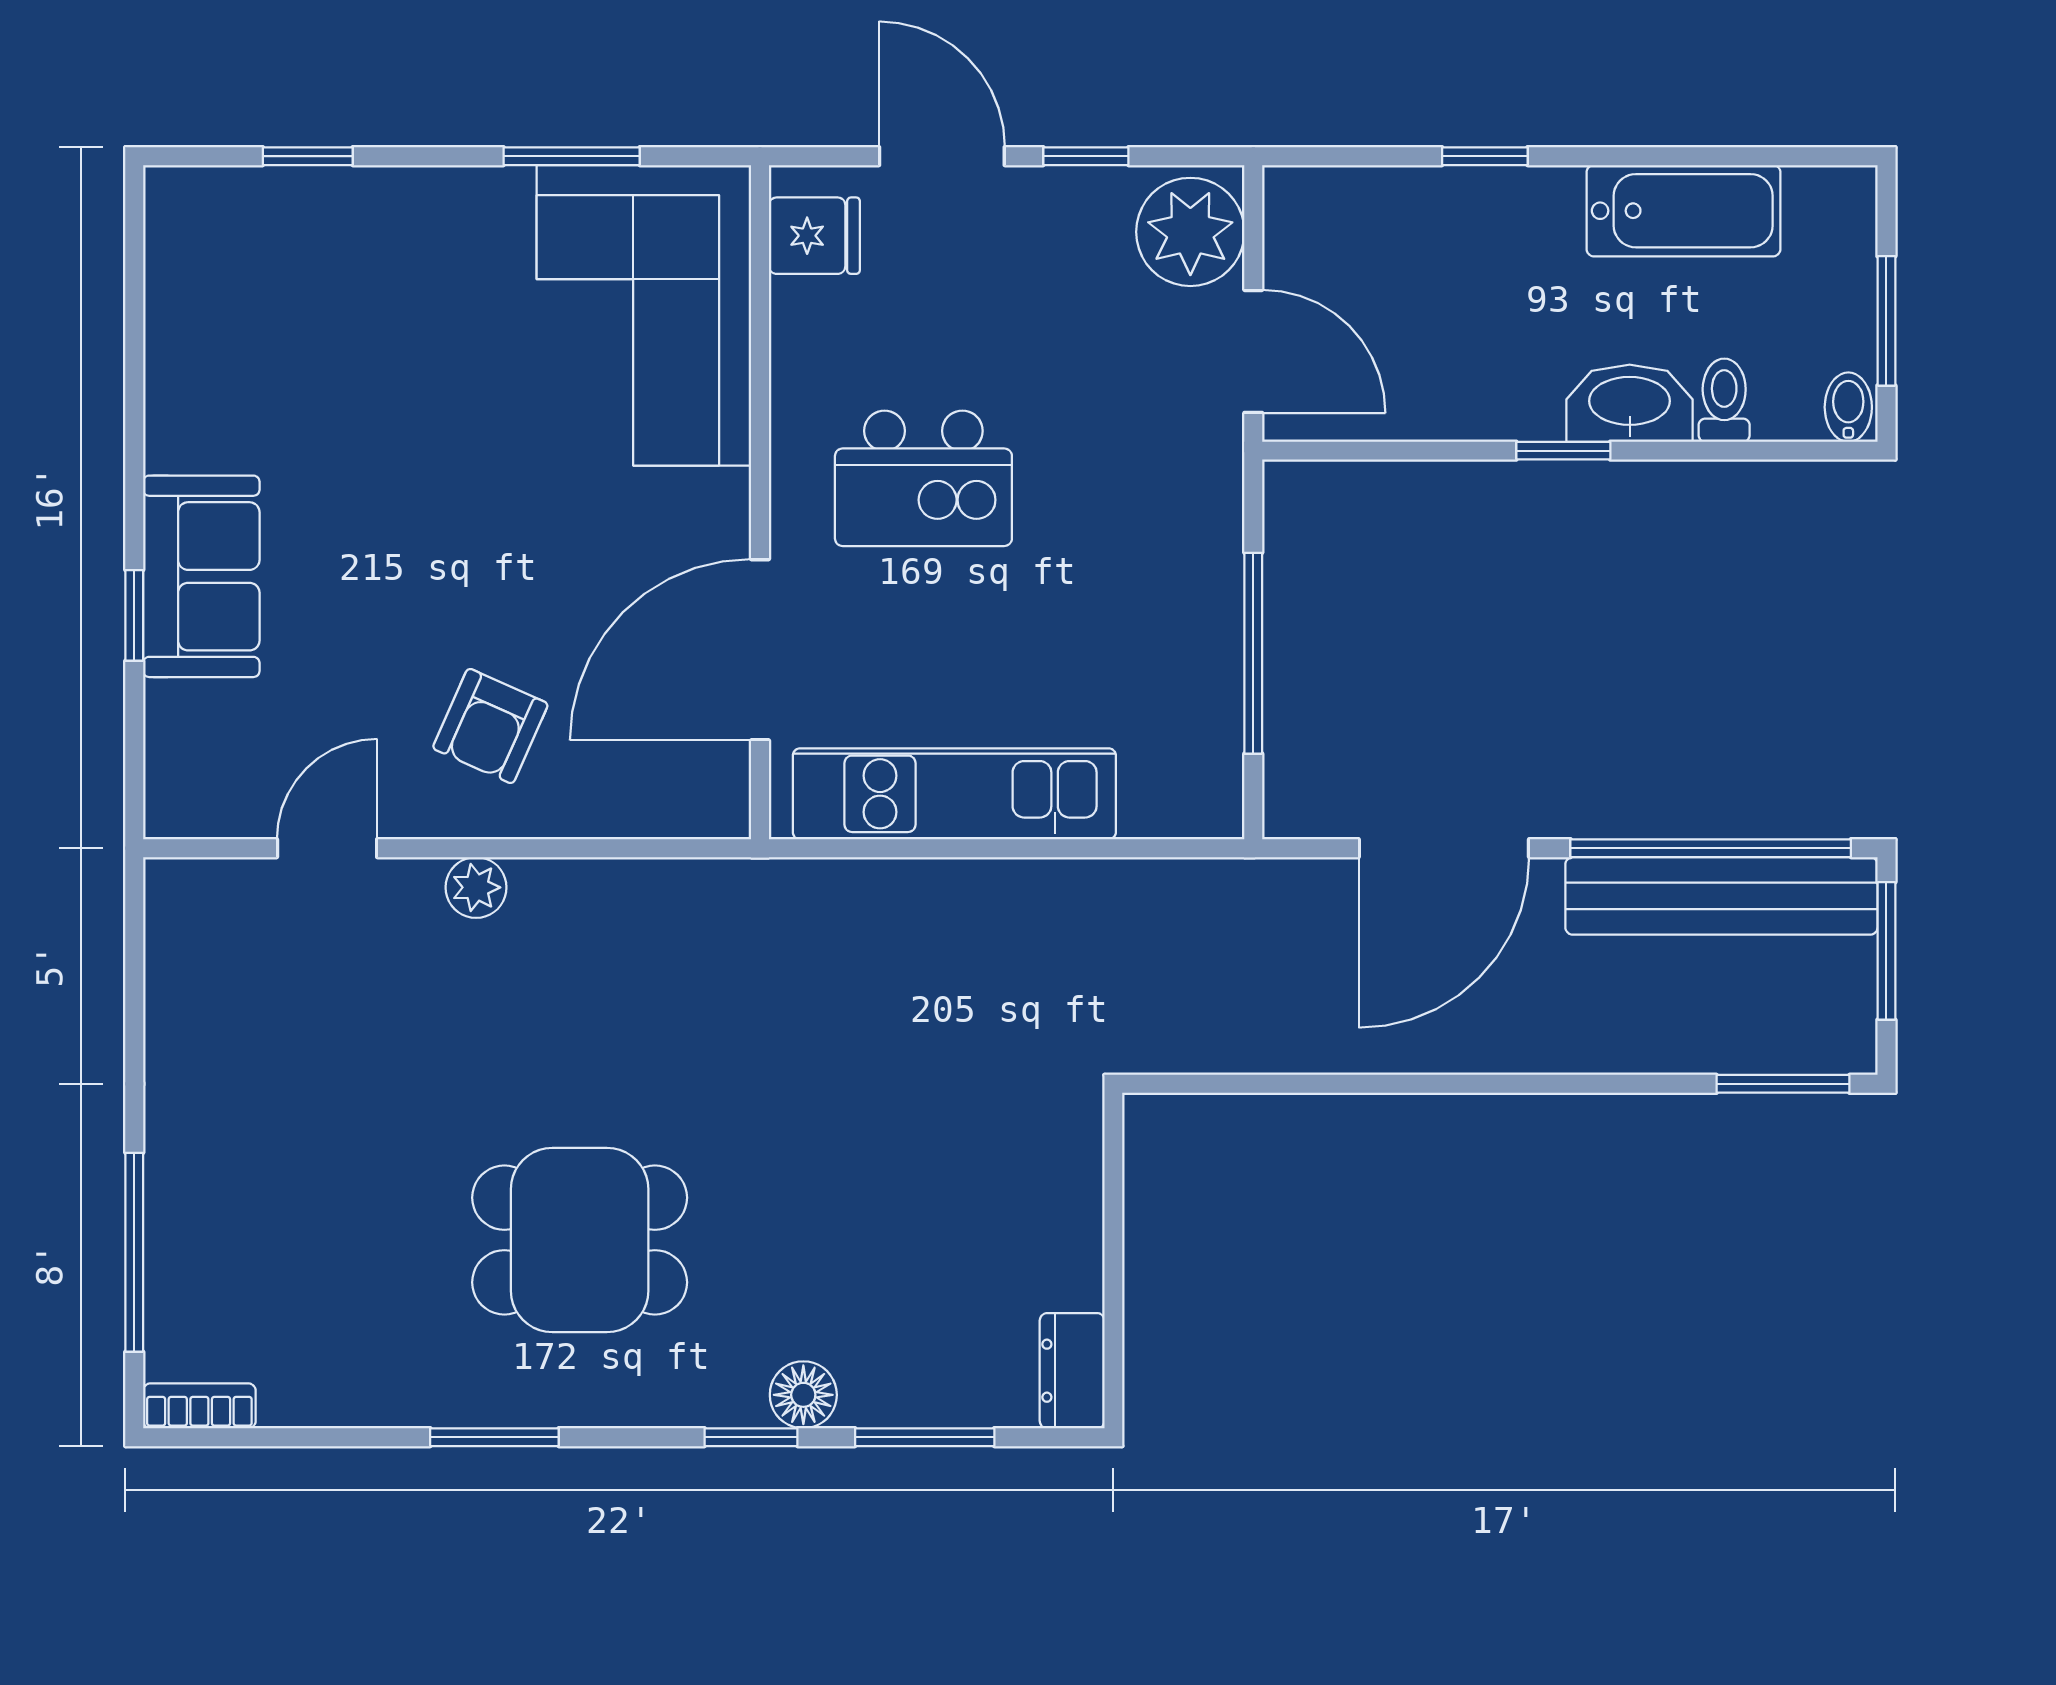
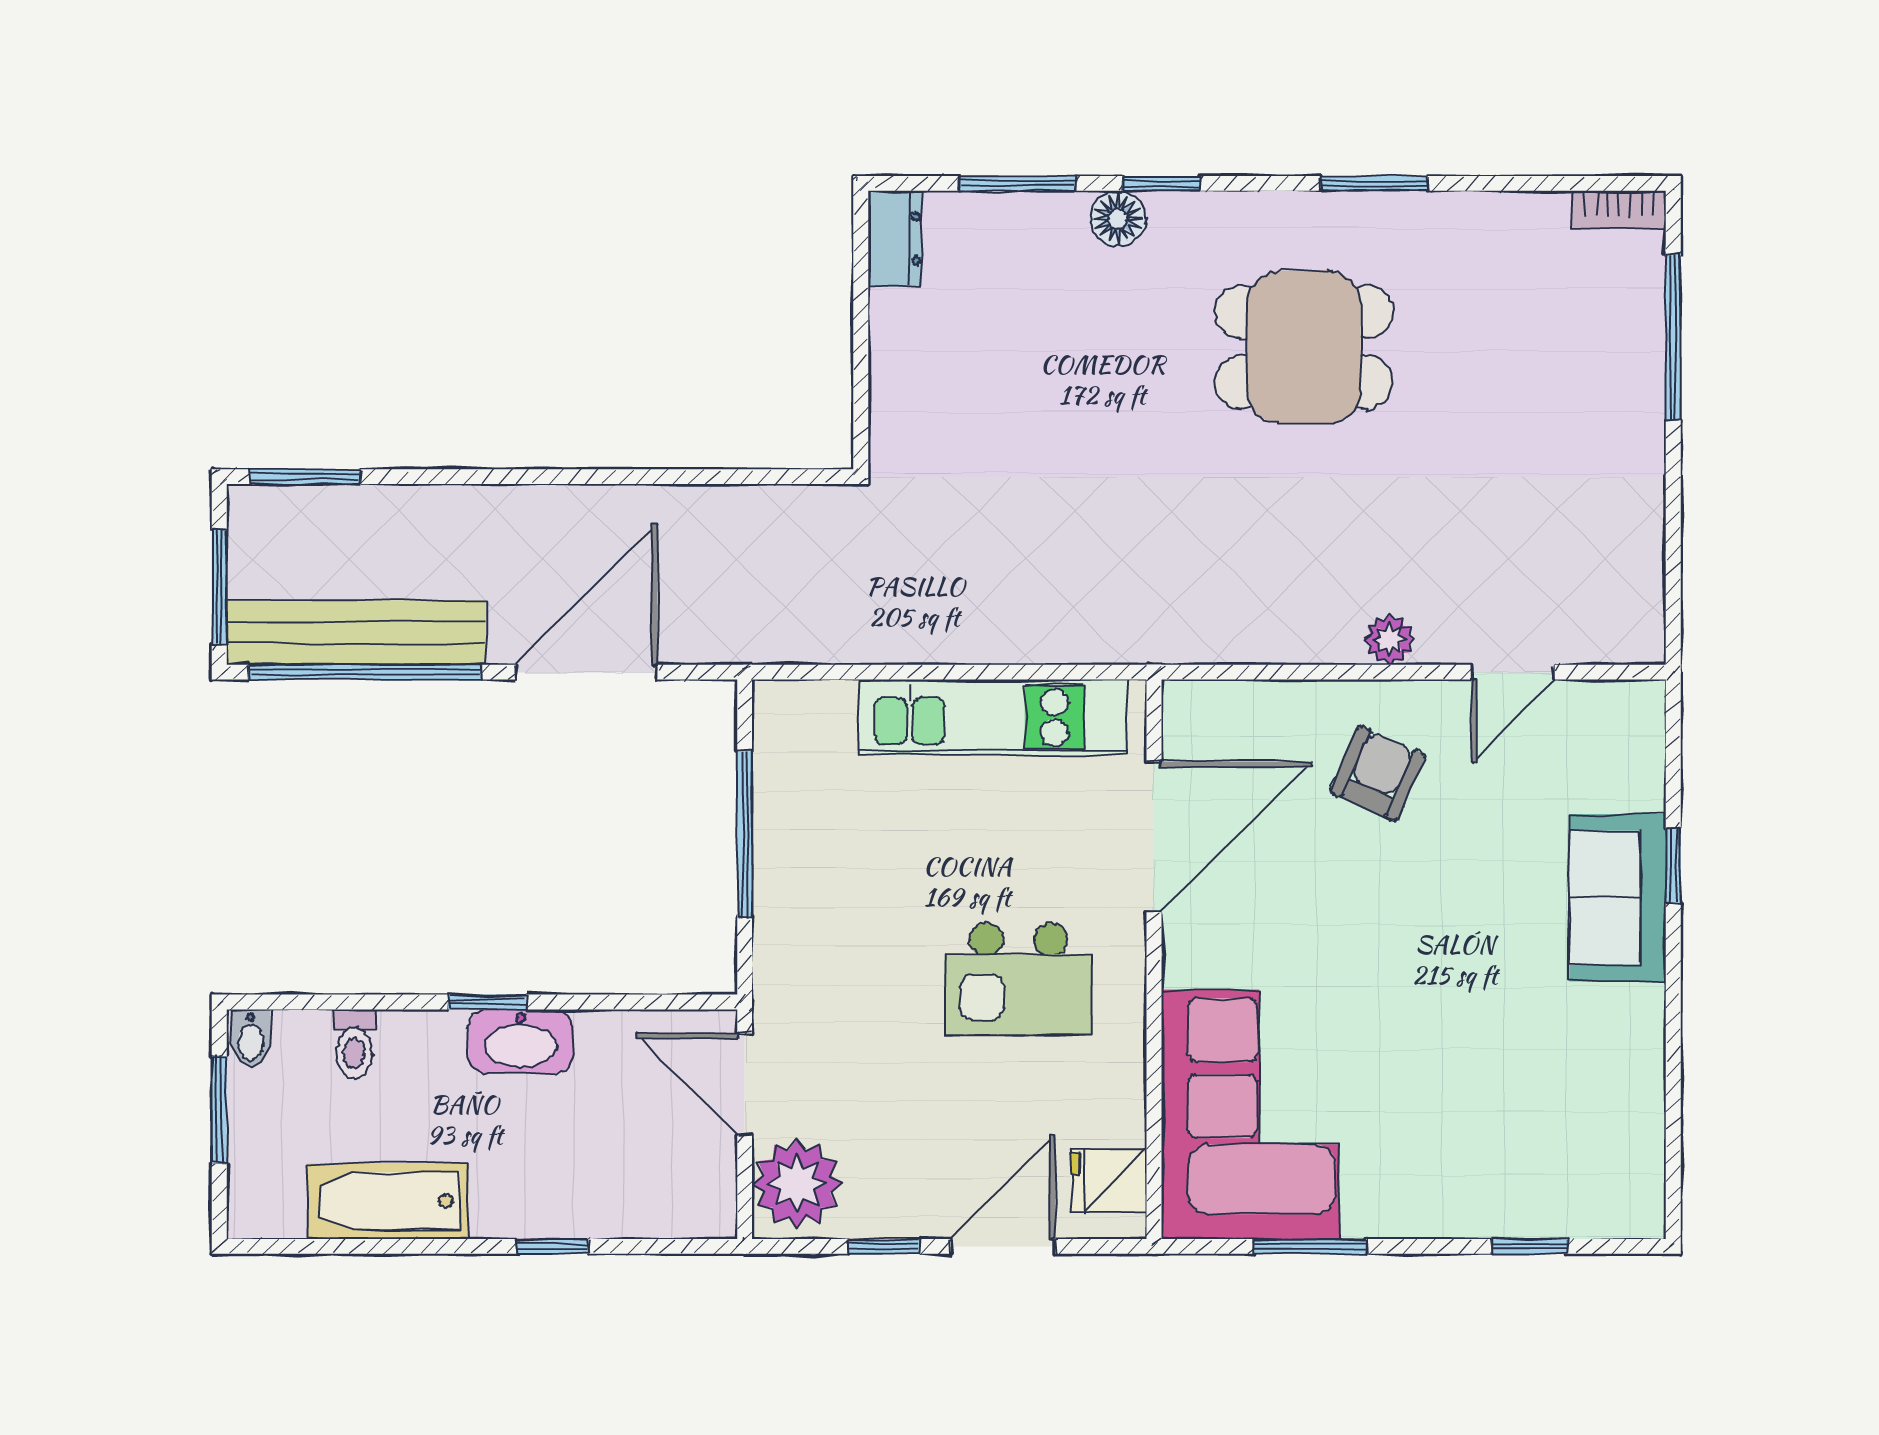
door: (942, 156) -> (1003, 1246), swing flipped
washbasin: (1630, 403) -> (521, 1041), moved
kitchen island: (923, 478) -> (1018, 979), turned 180

